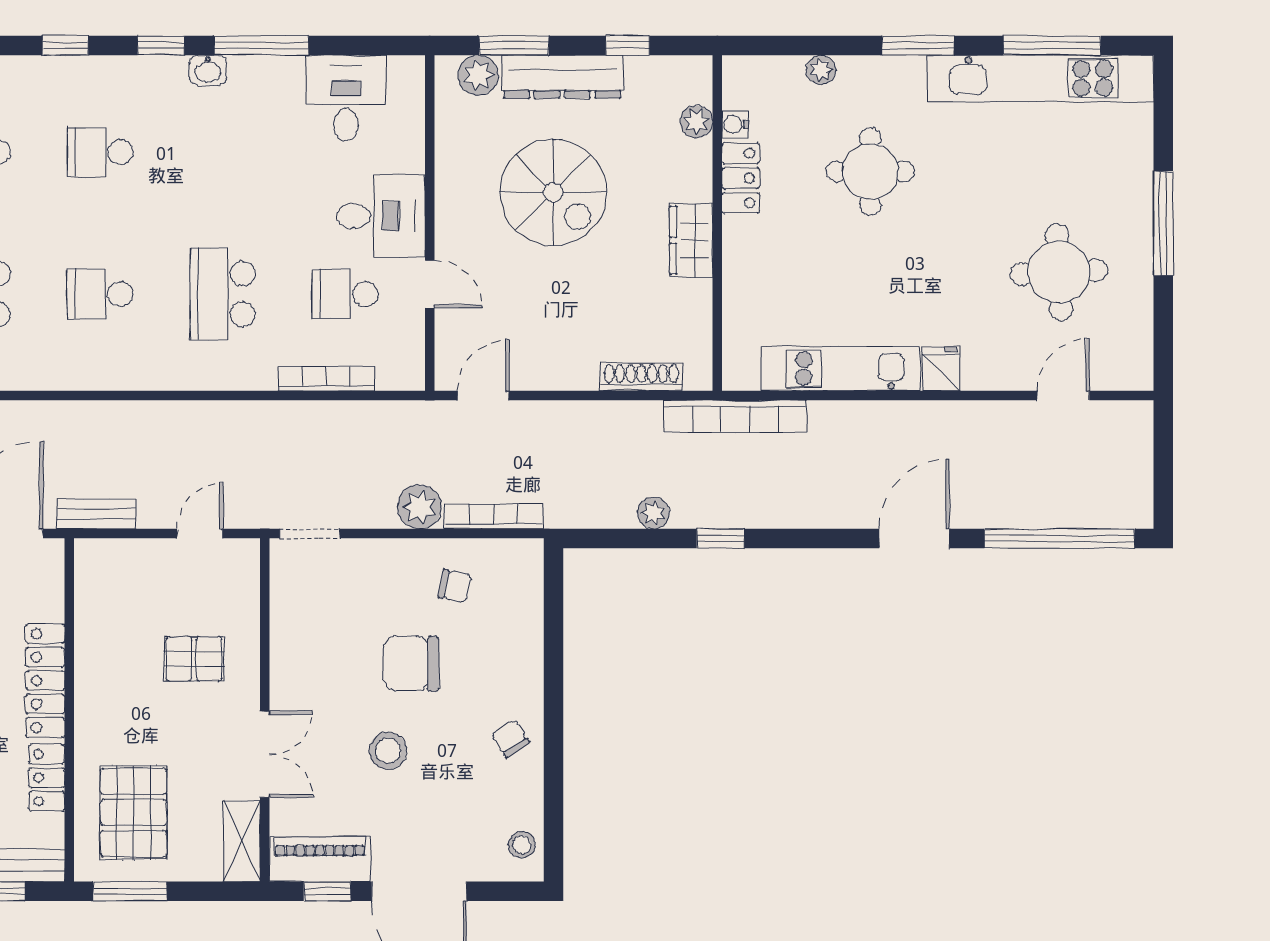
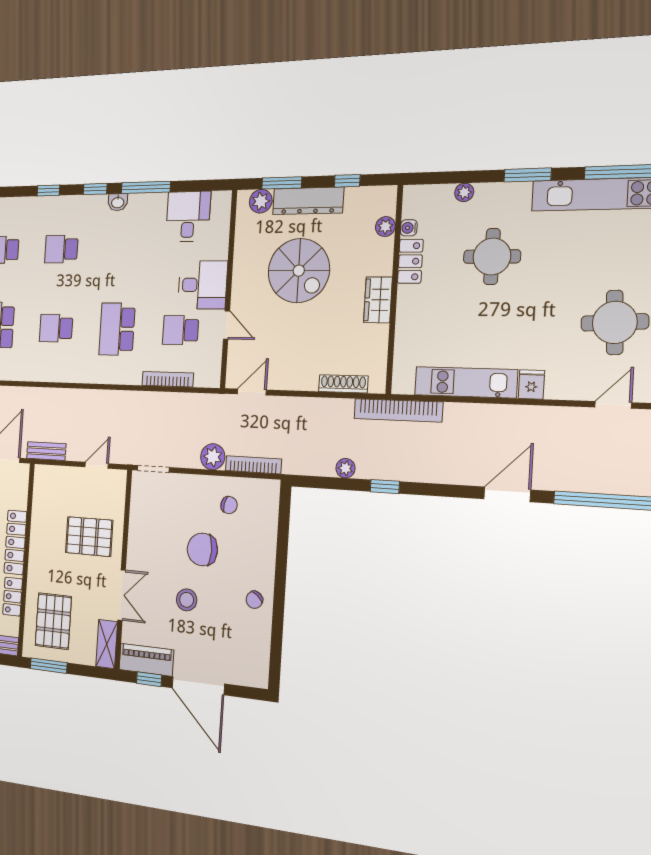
pallet: (194, 659) -> (89, 537), width x1.50, depth x1.42
chair: (510, 739) -> (254, 600), turned -107
stool: (522, 845) -> (257, 665), removed

